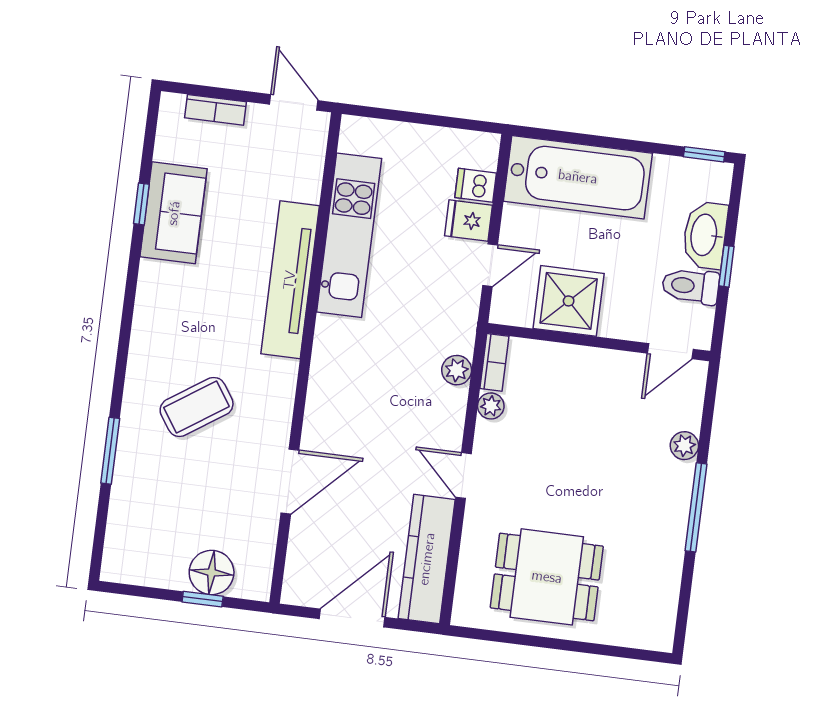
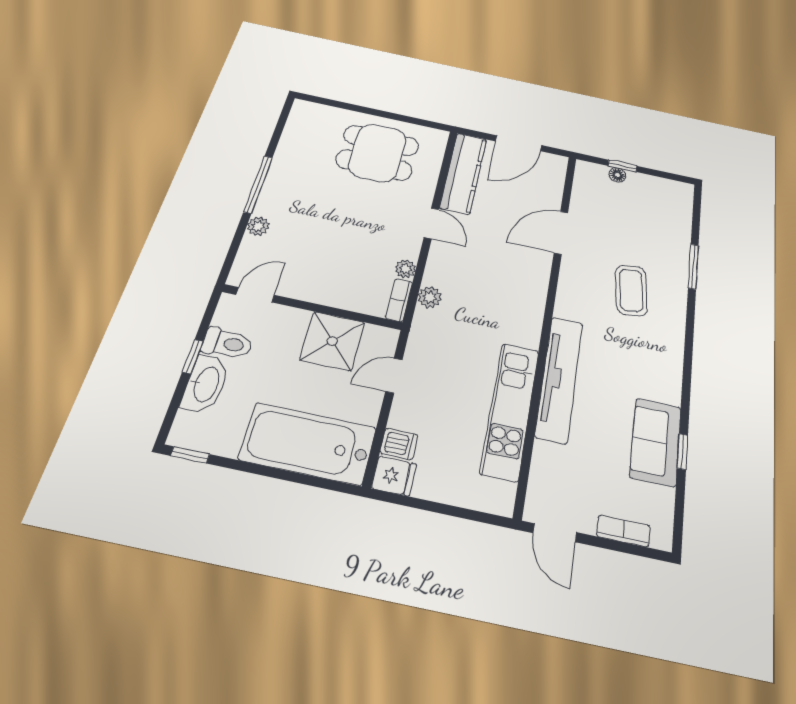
fridge: (468, 221) -> (394, 476), moved
coffee table: (197, 407) -> (631, 290), turned -63
floor lamp: (212, 573) -> (617, 175), width x0.53, depth x0.53

